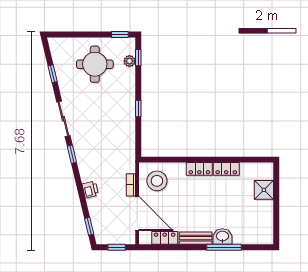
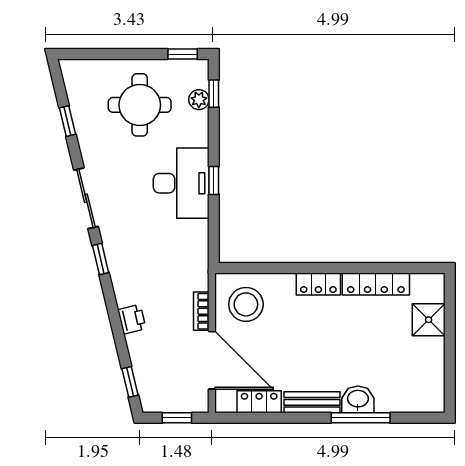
desk: (119, 110) -> (181, 183), added
locker: (226, 169) -> (376, 284), width x1.53

